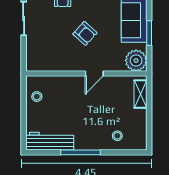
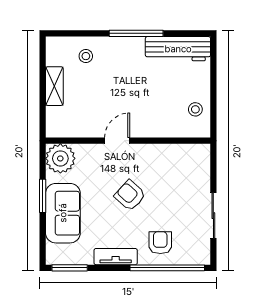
shelving: (140, 94) -> (54, 86), moved

